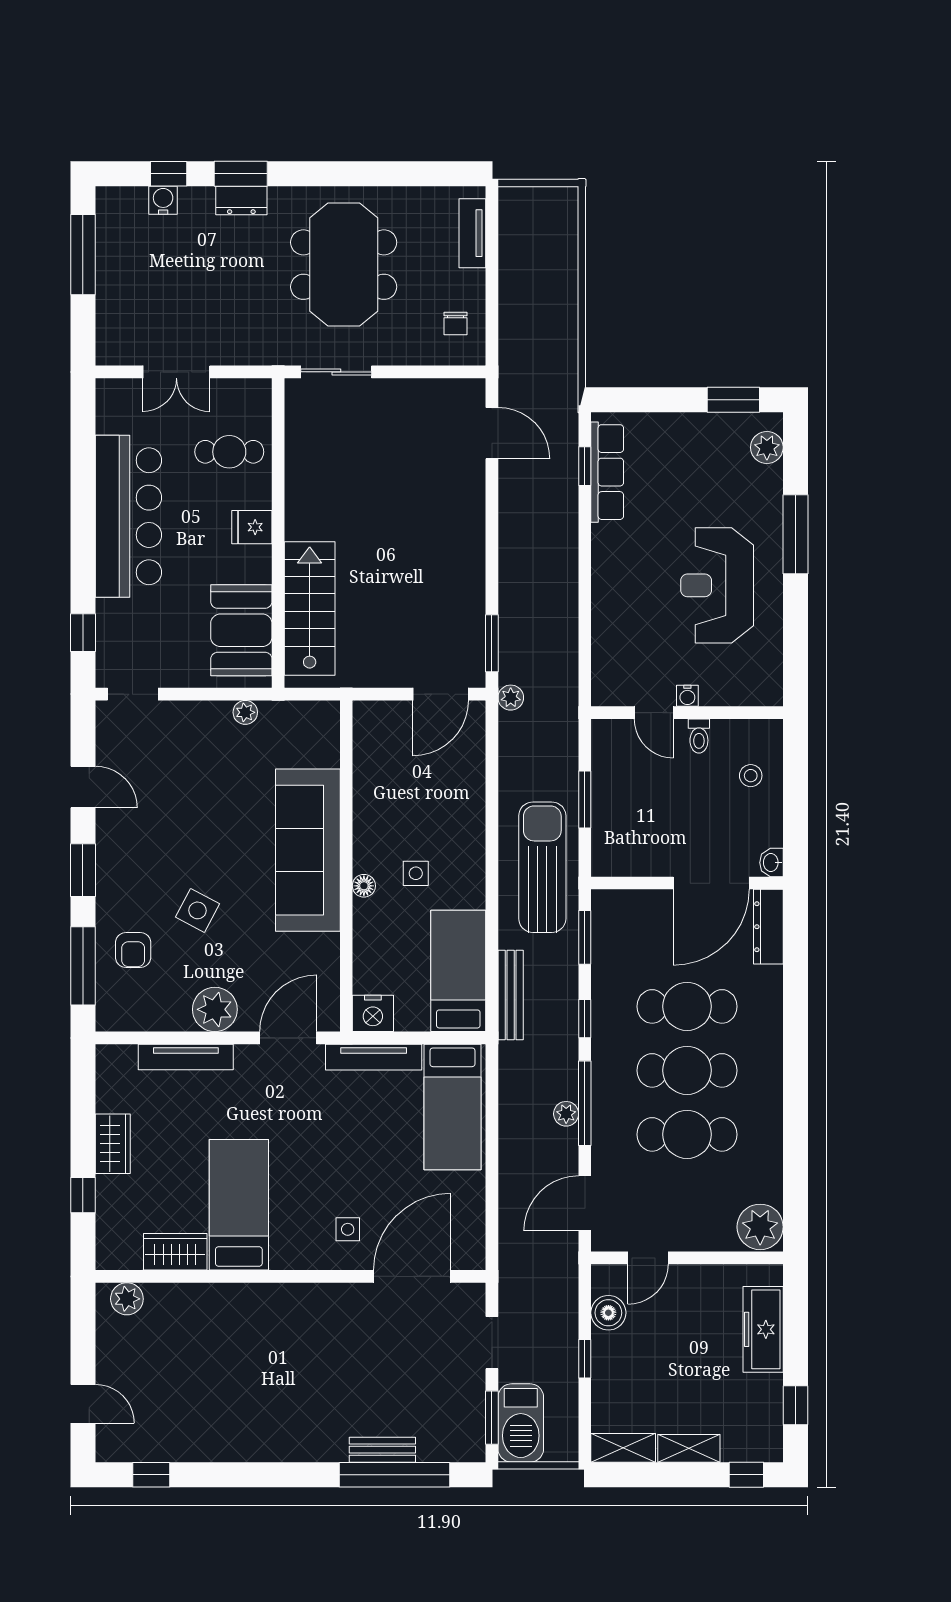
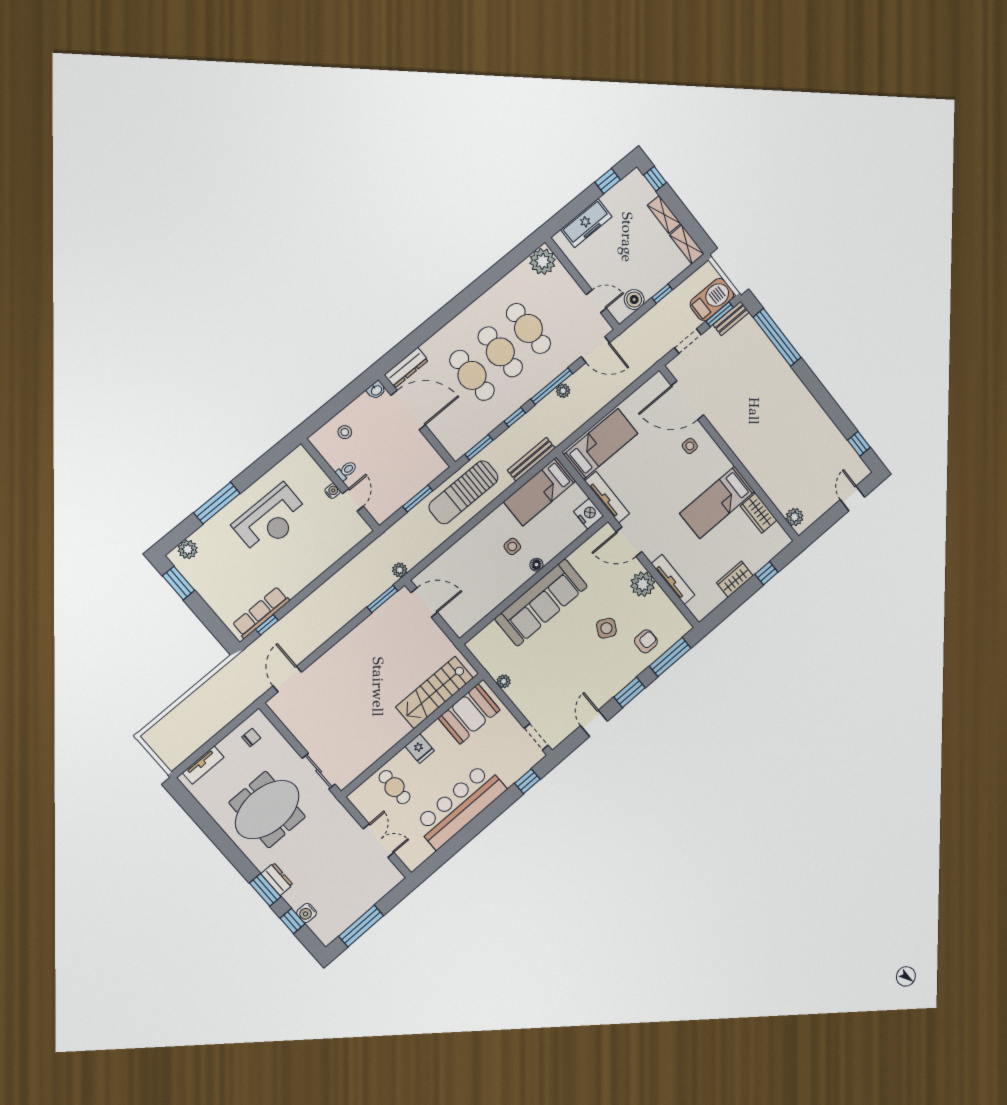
bench: (382, 1450) -> (731, 319), moved, turned 90

